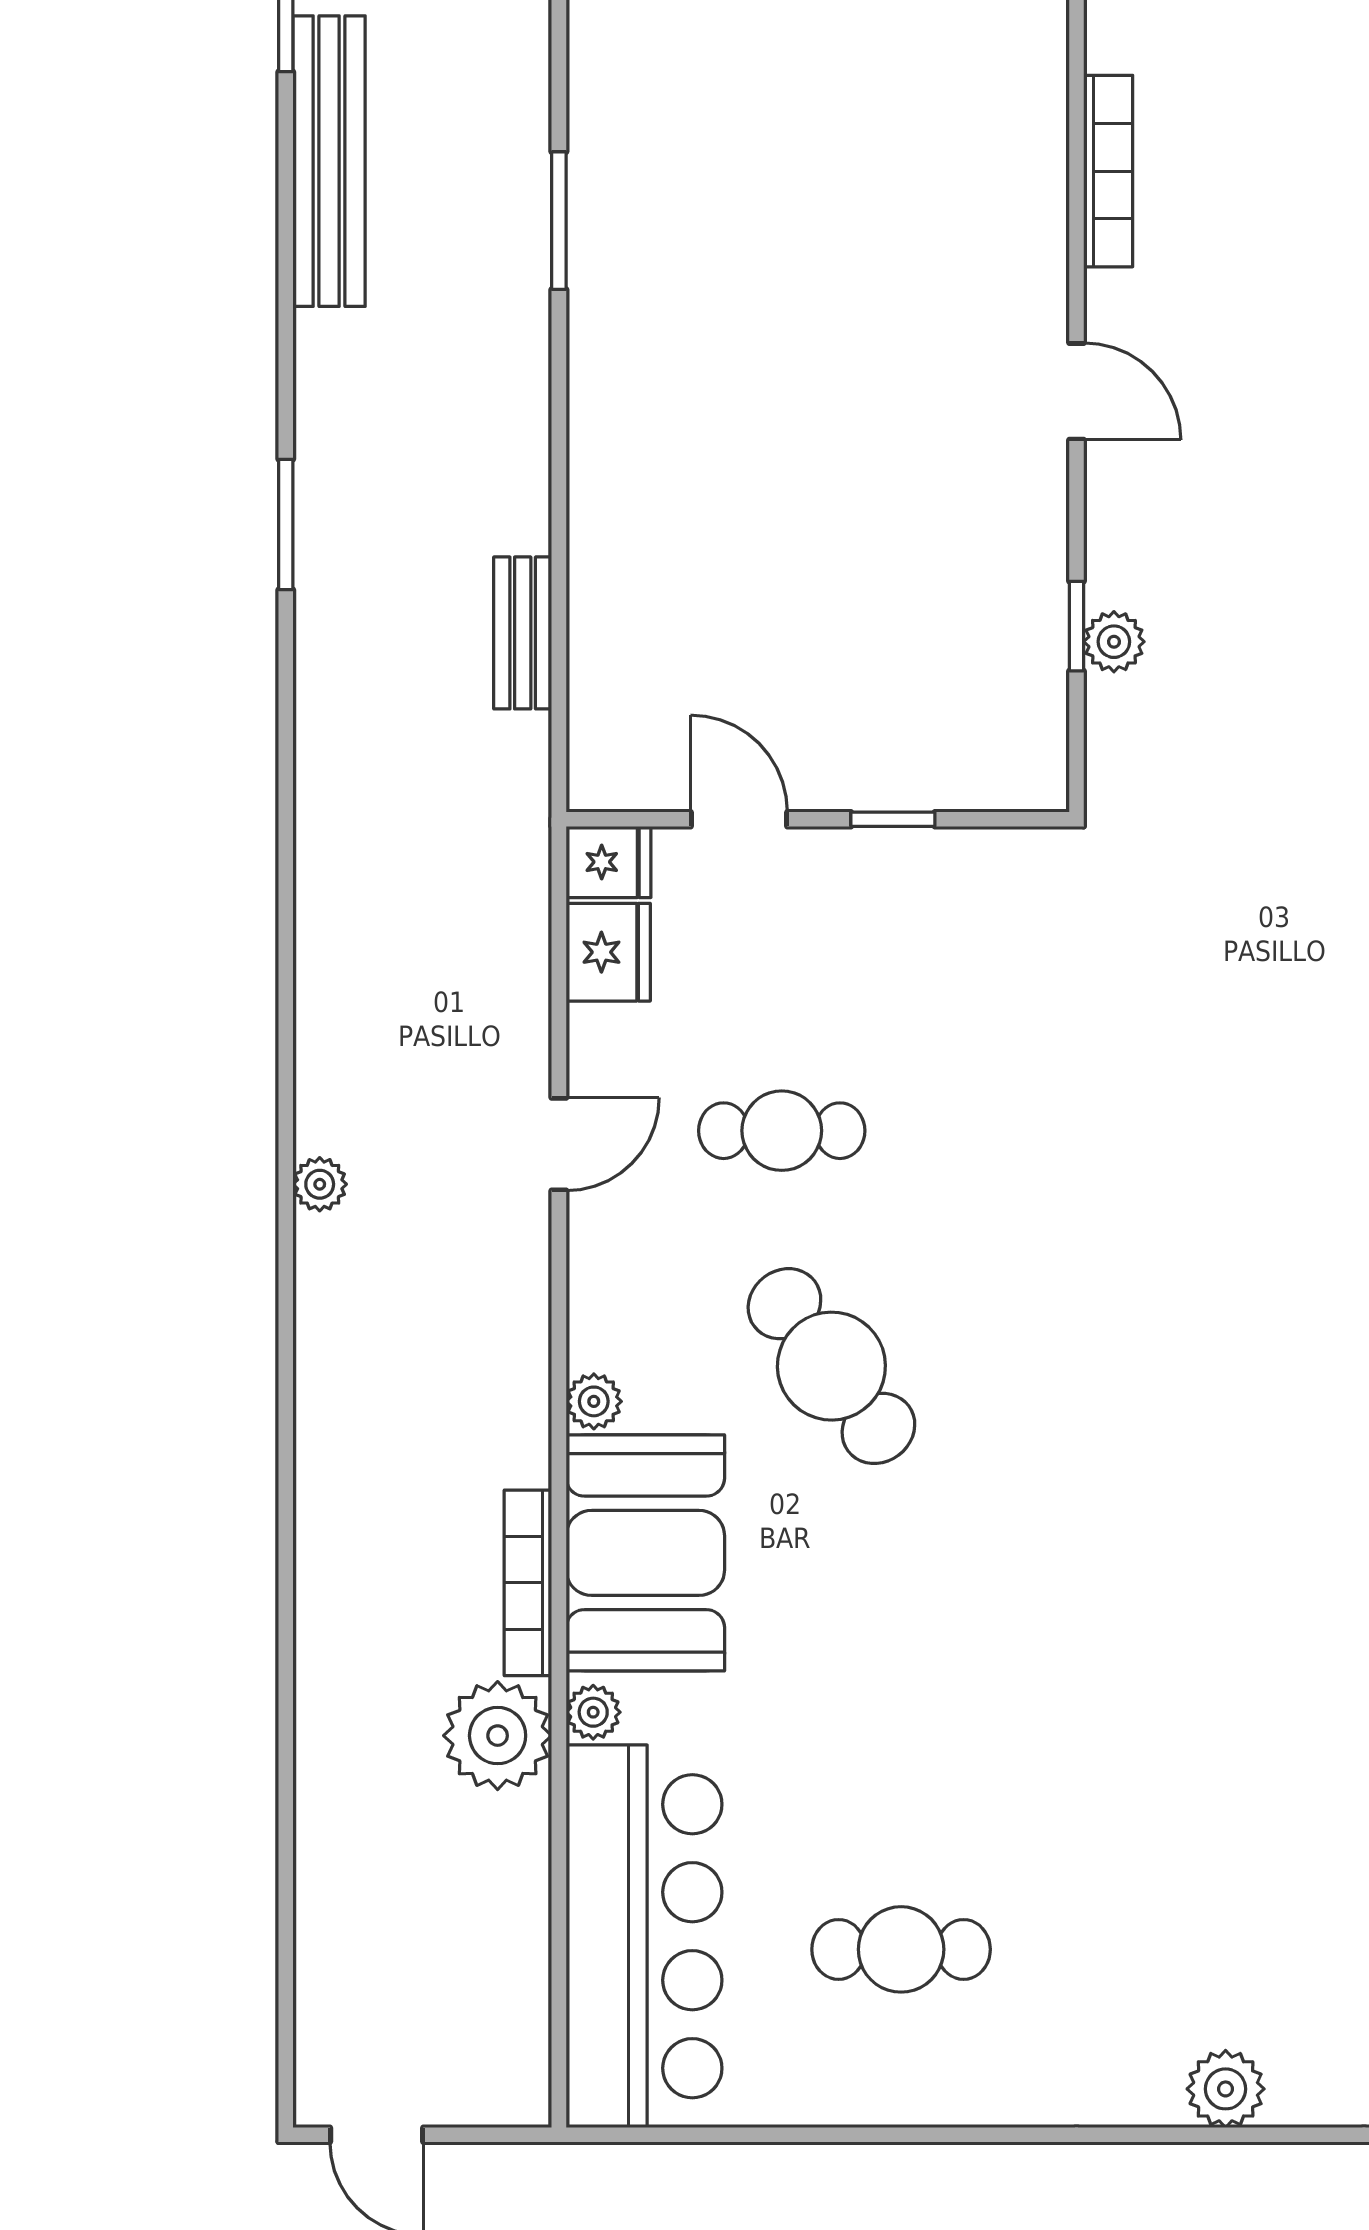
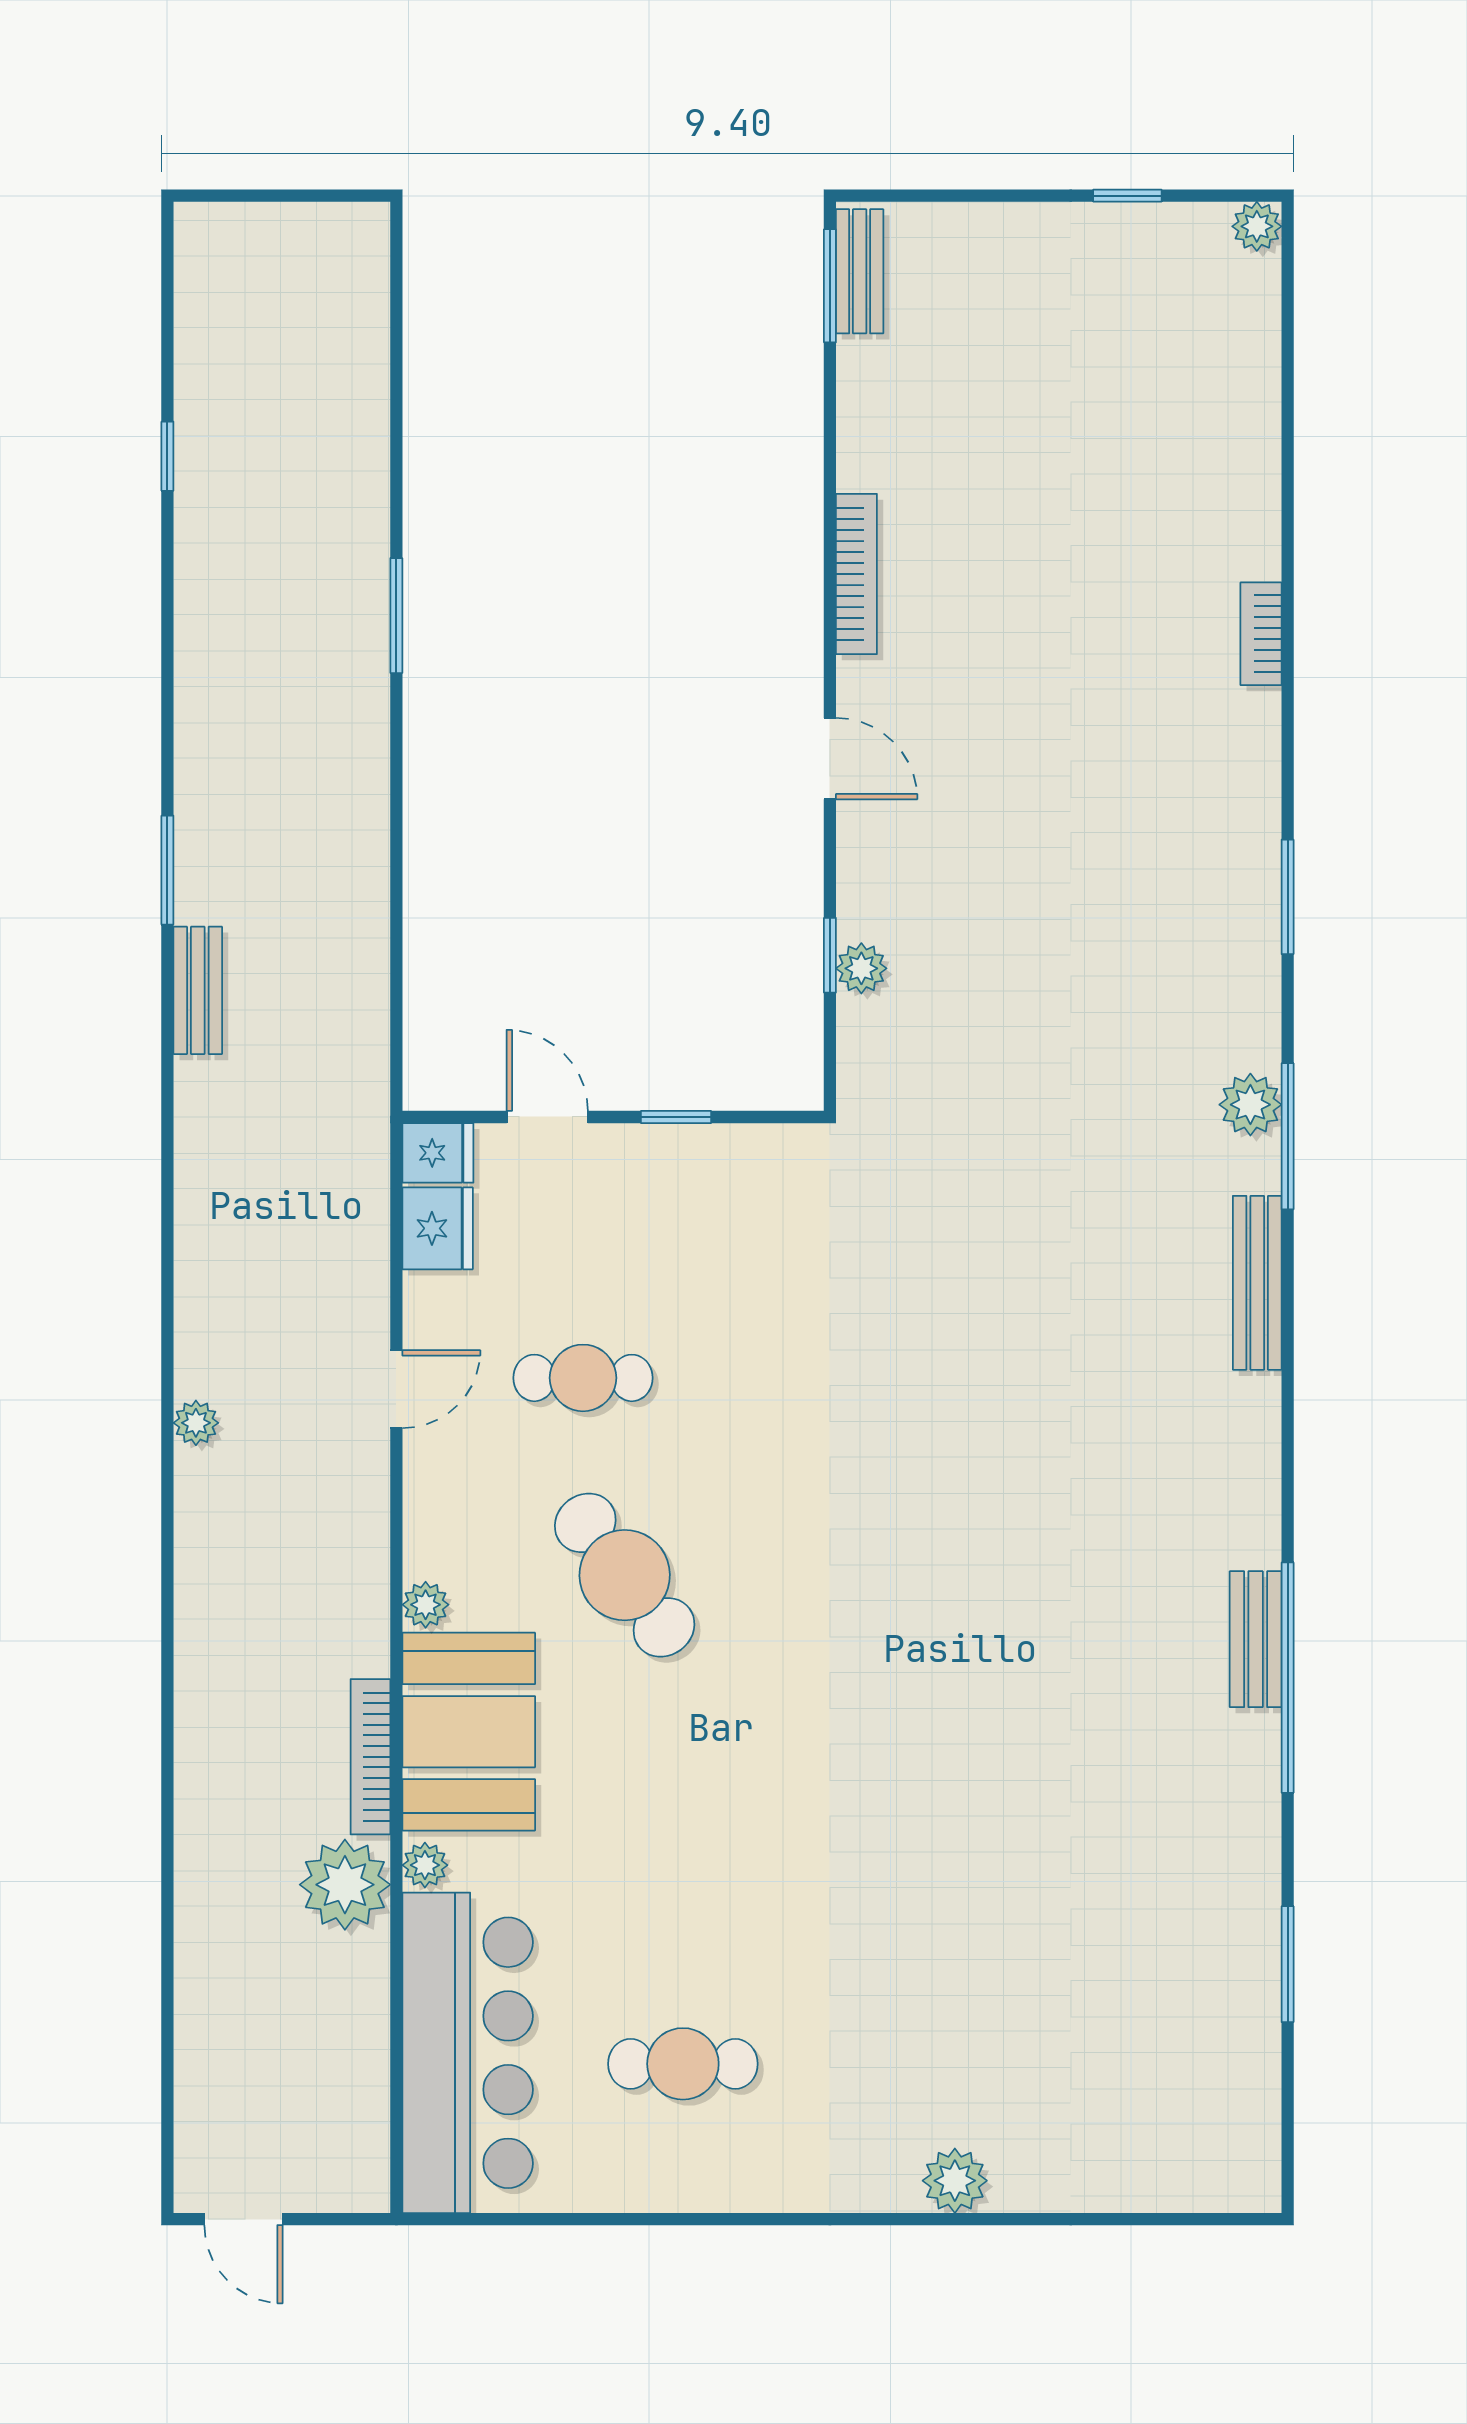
bench: (329, 161) -> (204, 566), removed
bench: (523, 633) -> (198, 990), moved

